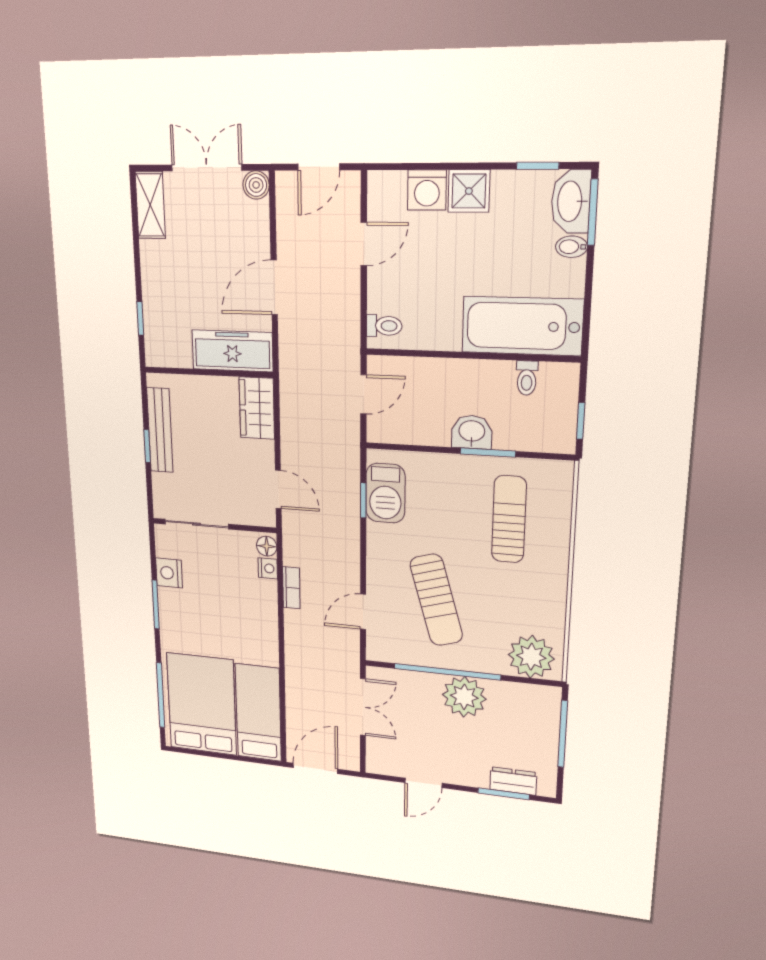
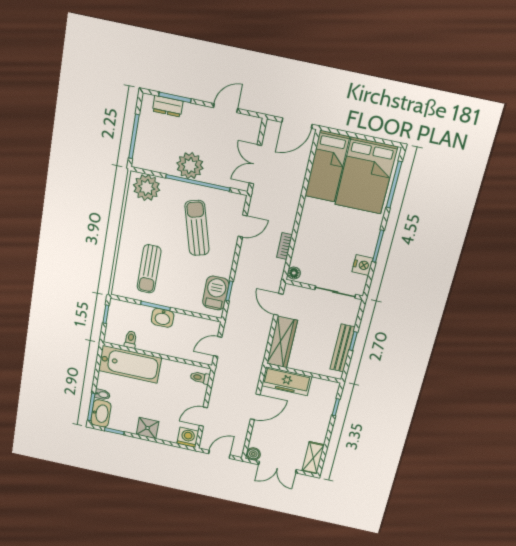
washing machine: (427, 190) -> (188, 437), moved
wardrobe: (257, 408) -> (282, 342), width x1.50
nightstand: (268, 568) -> (297, 260), removed

